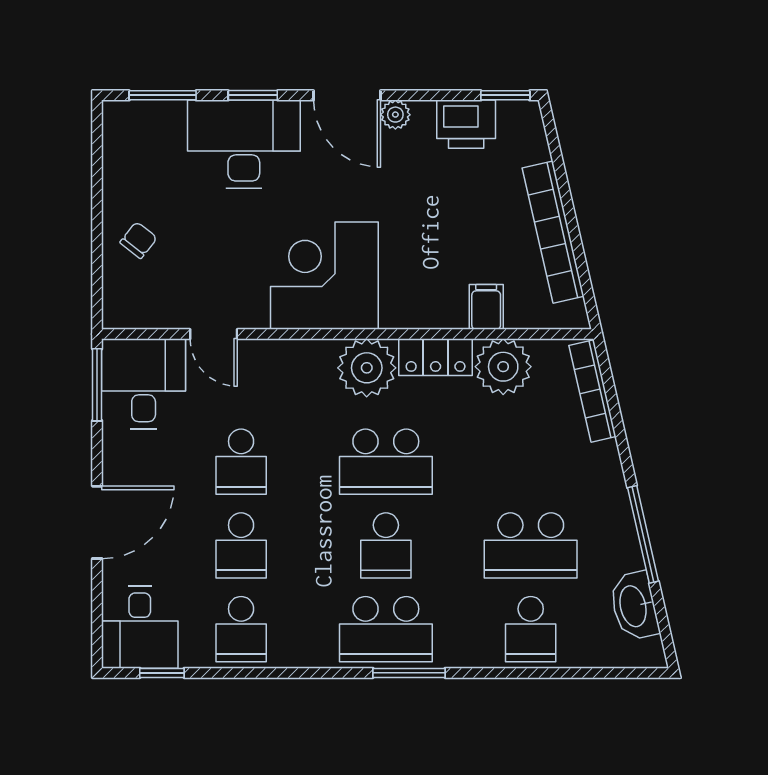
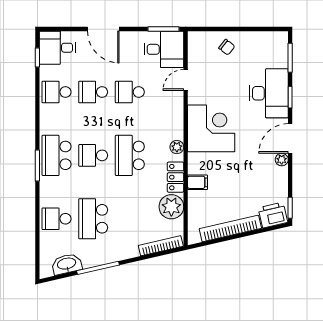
printer: (466, 124) -> (273, 215), moved, turned 77
filing cabinet: (486, 307) -> (198, 182), moved
plant: (367, 368) -> (177, 147), width x0.53, depth x0.53

